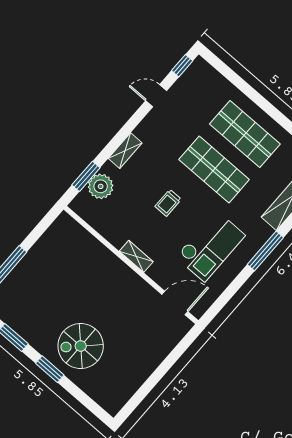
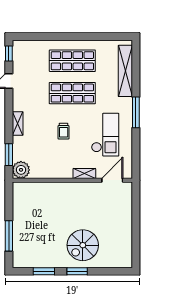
plant: (101, 186) -> (21, 170), moved
shelving: (136, 256) -> (84, 173), moved

